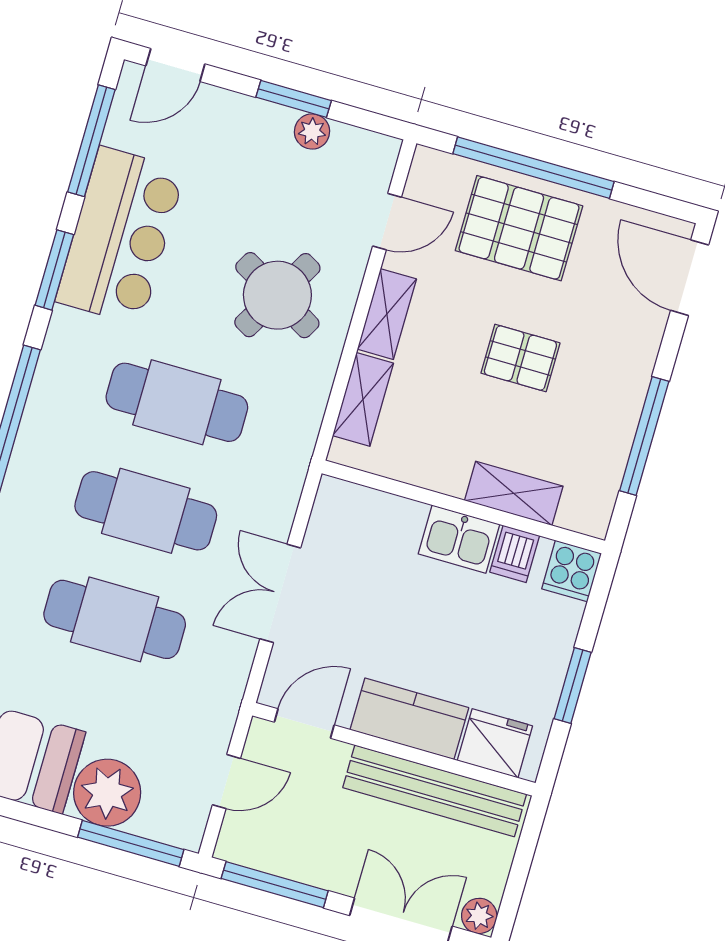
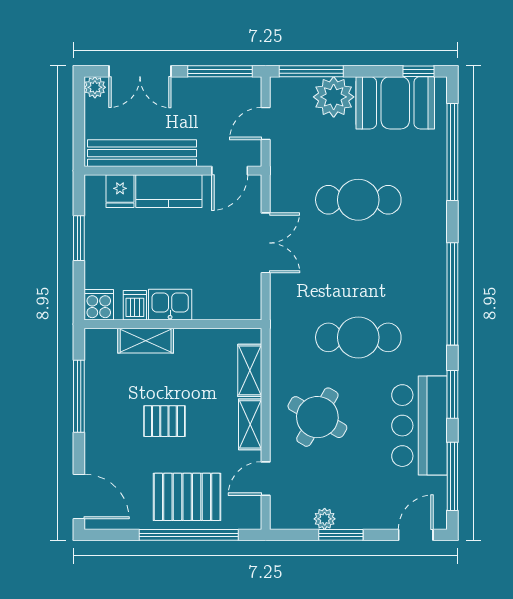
cafe table: (146, 511) -> (358, 269), removed
fridge: (495, 743) -> (120, 191), width x0.72

